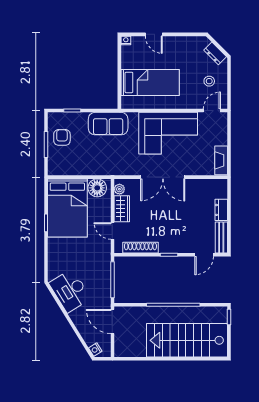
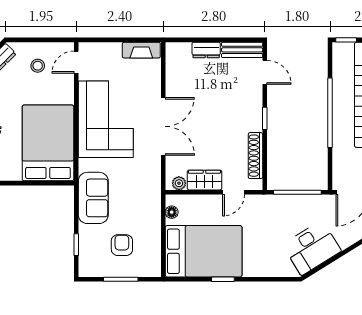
bed: (150, 82) -> (48, 143), width x1.50
door: (212, 111) -> (76, 62), hinge flipped
armchair: (62, 137) -> (122, 245), moved, turned 90
floor lamp: (97, 188) -> (172, 212), width x0.53, depth x0.53

